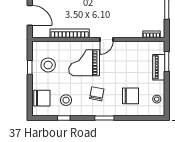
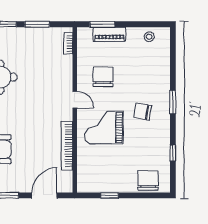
grand piano: (84, 63) -> (104, 128), turned 90
stool: (48, 65) -> (107, 172), removed
chair: (130, 96) -> (103, 77), moved
stool: (66, 100) -> (150, 150), removed

